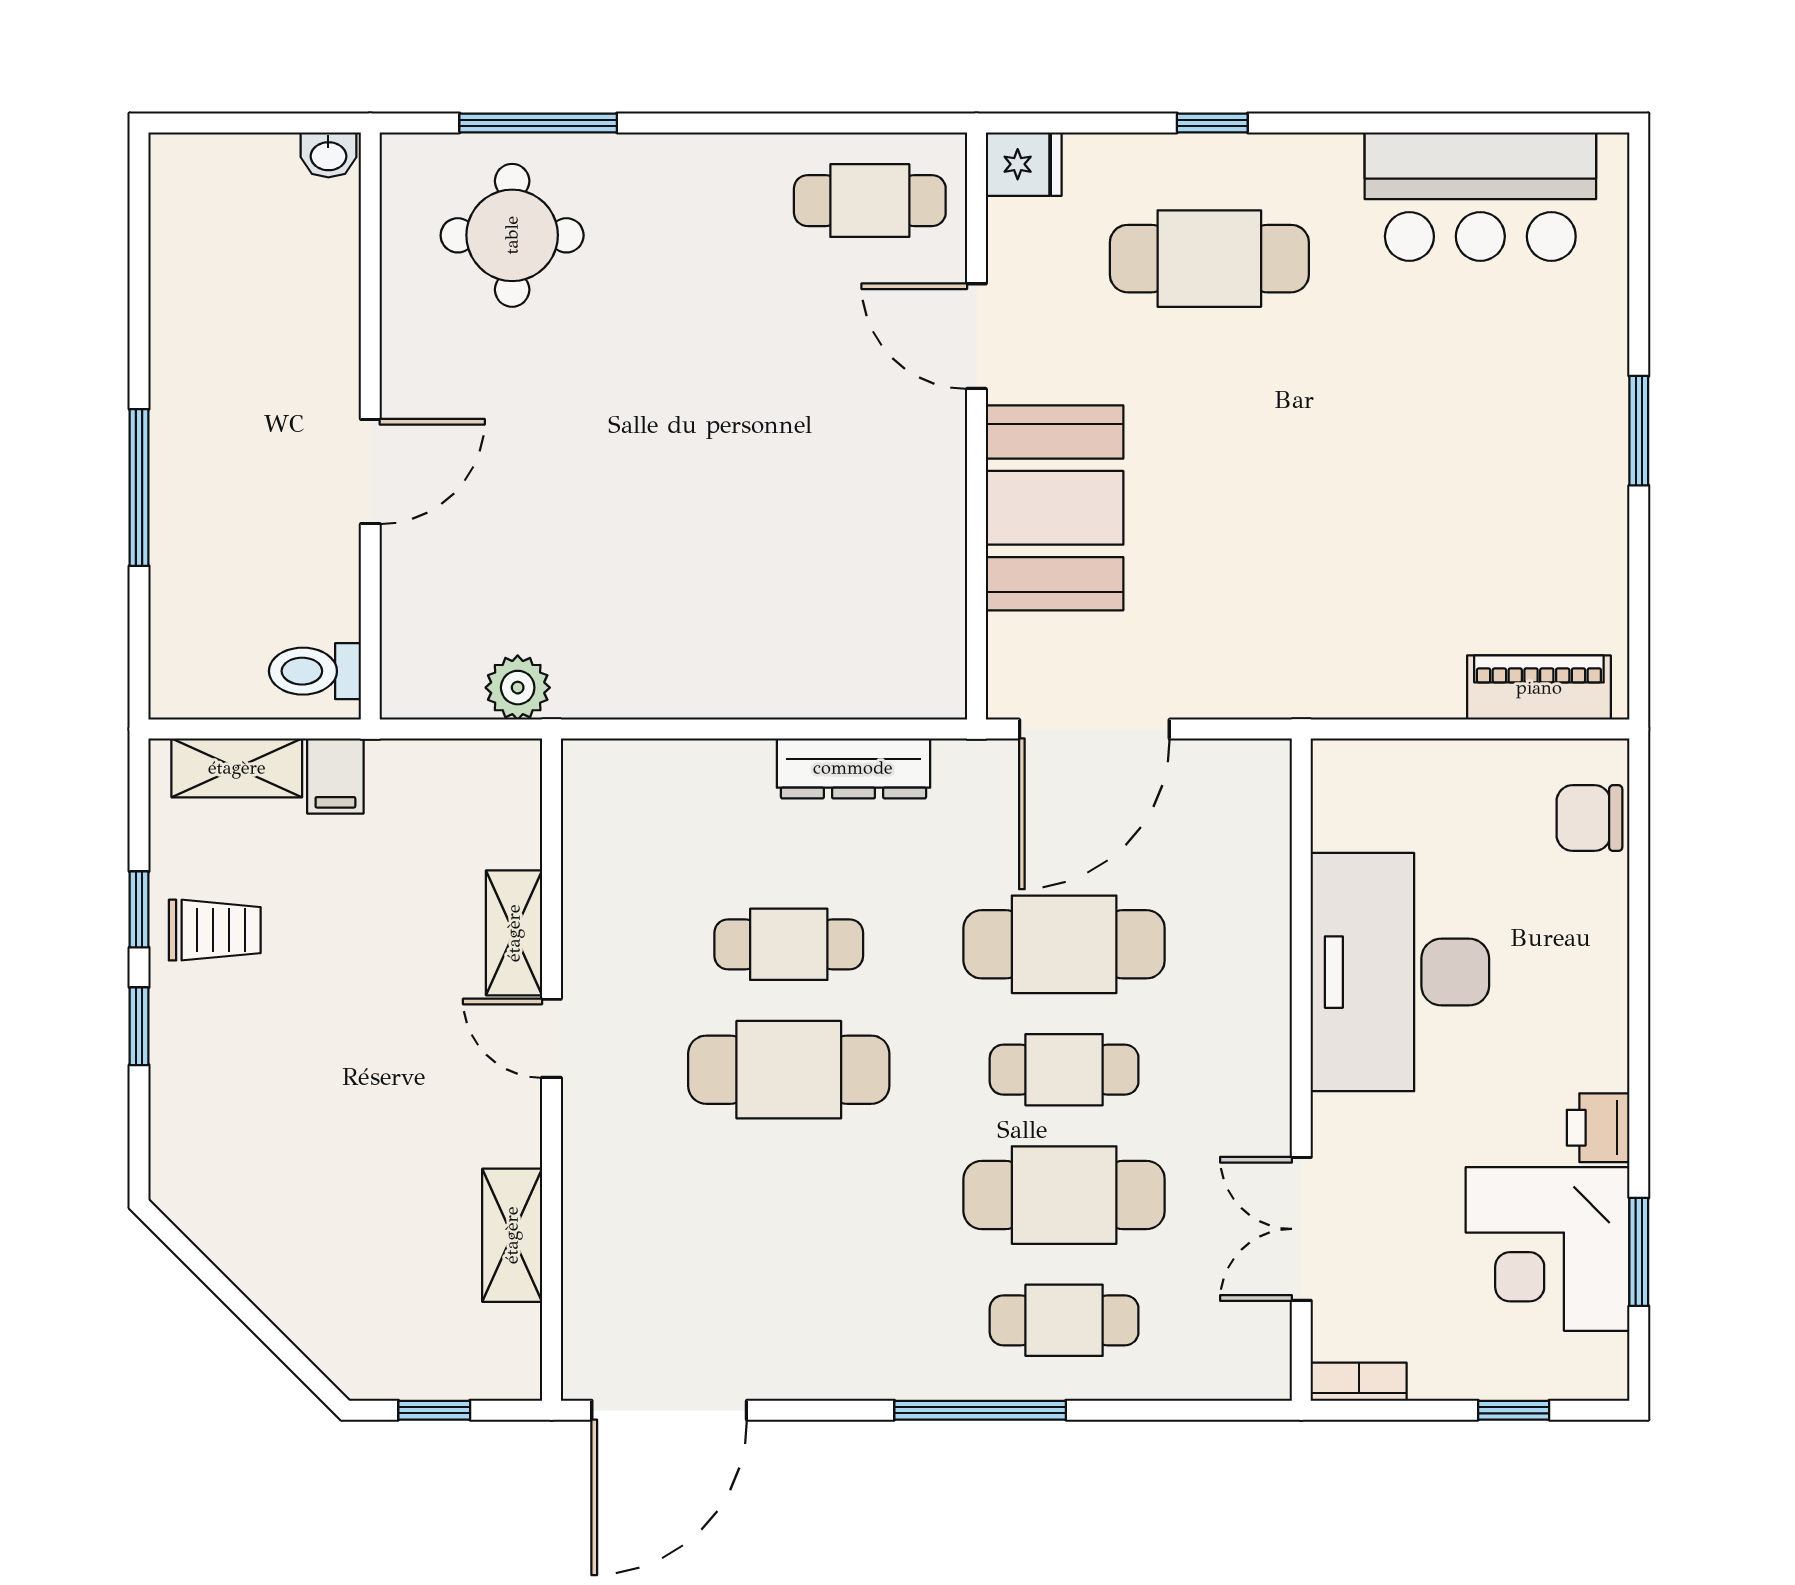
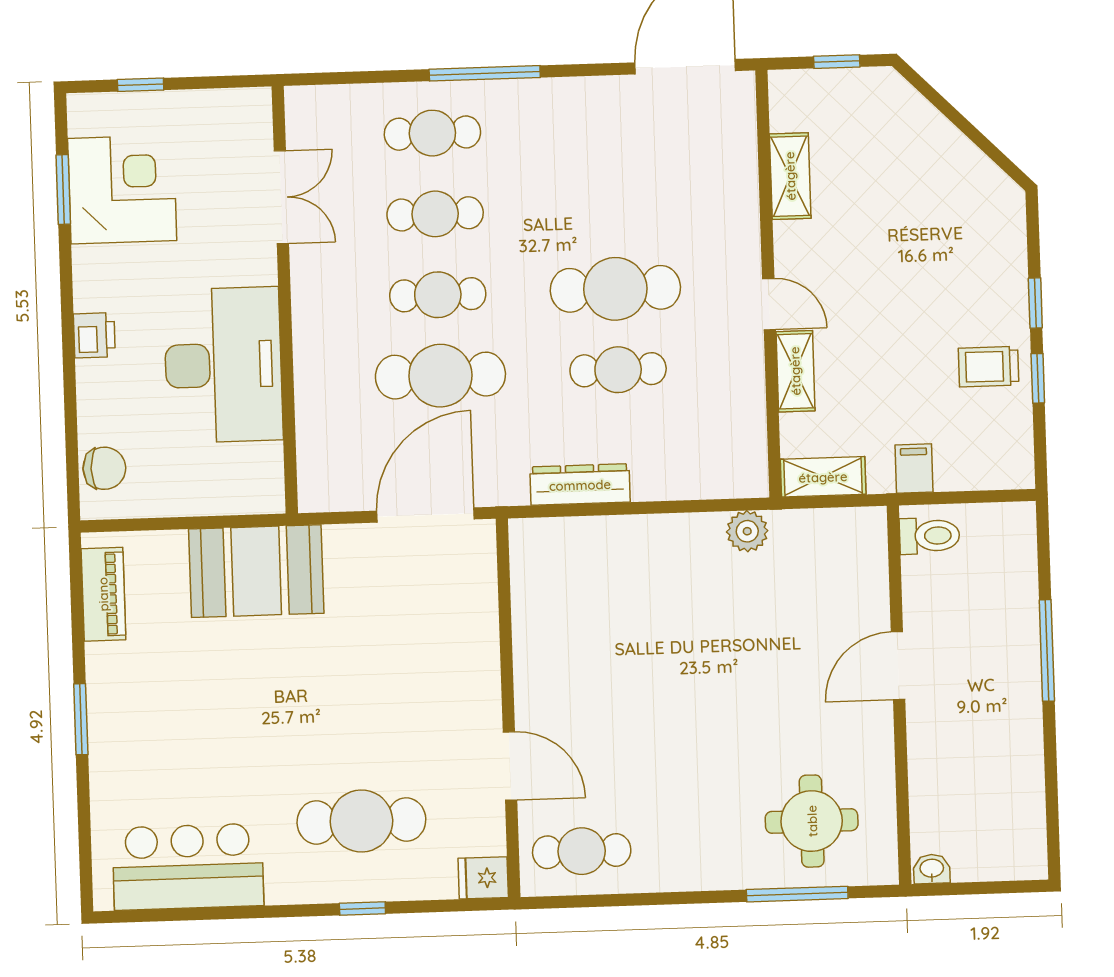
booth: (1055, 508) -> (256, 571), moved, turned 90
plant: (518, 688) -> (747, 531), moved
piano: (1539, 688) -> (103, 594), moved, turned -90
shelving: (237, 768) -> (823, 477), moved
printer: (1598, 1128) -> (94, 335), moved
cafe table: (1064, 1195) -> (435, 214), width x0.73, depth x0.74
bookcase: (1359, 1382) -> (241, 100), removed

